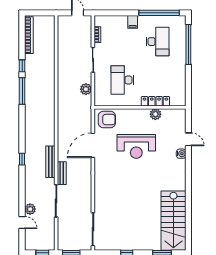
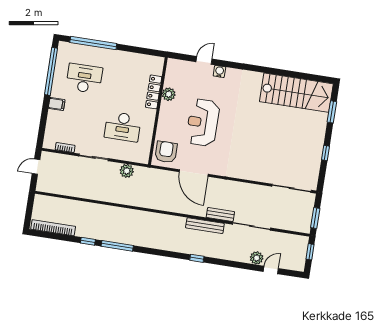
reception desk: (136, 146) -> (203, 123), turned 180

